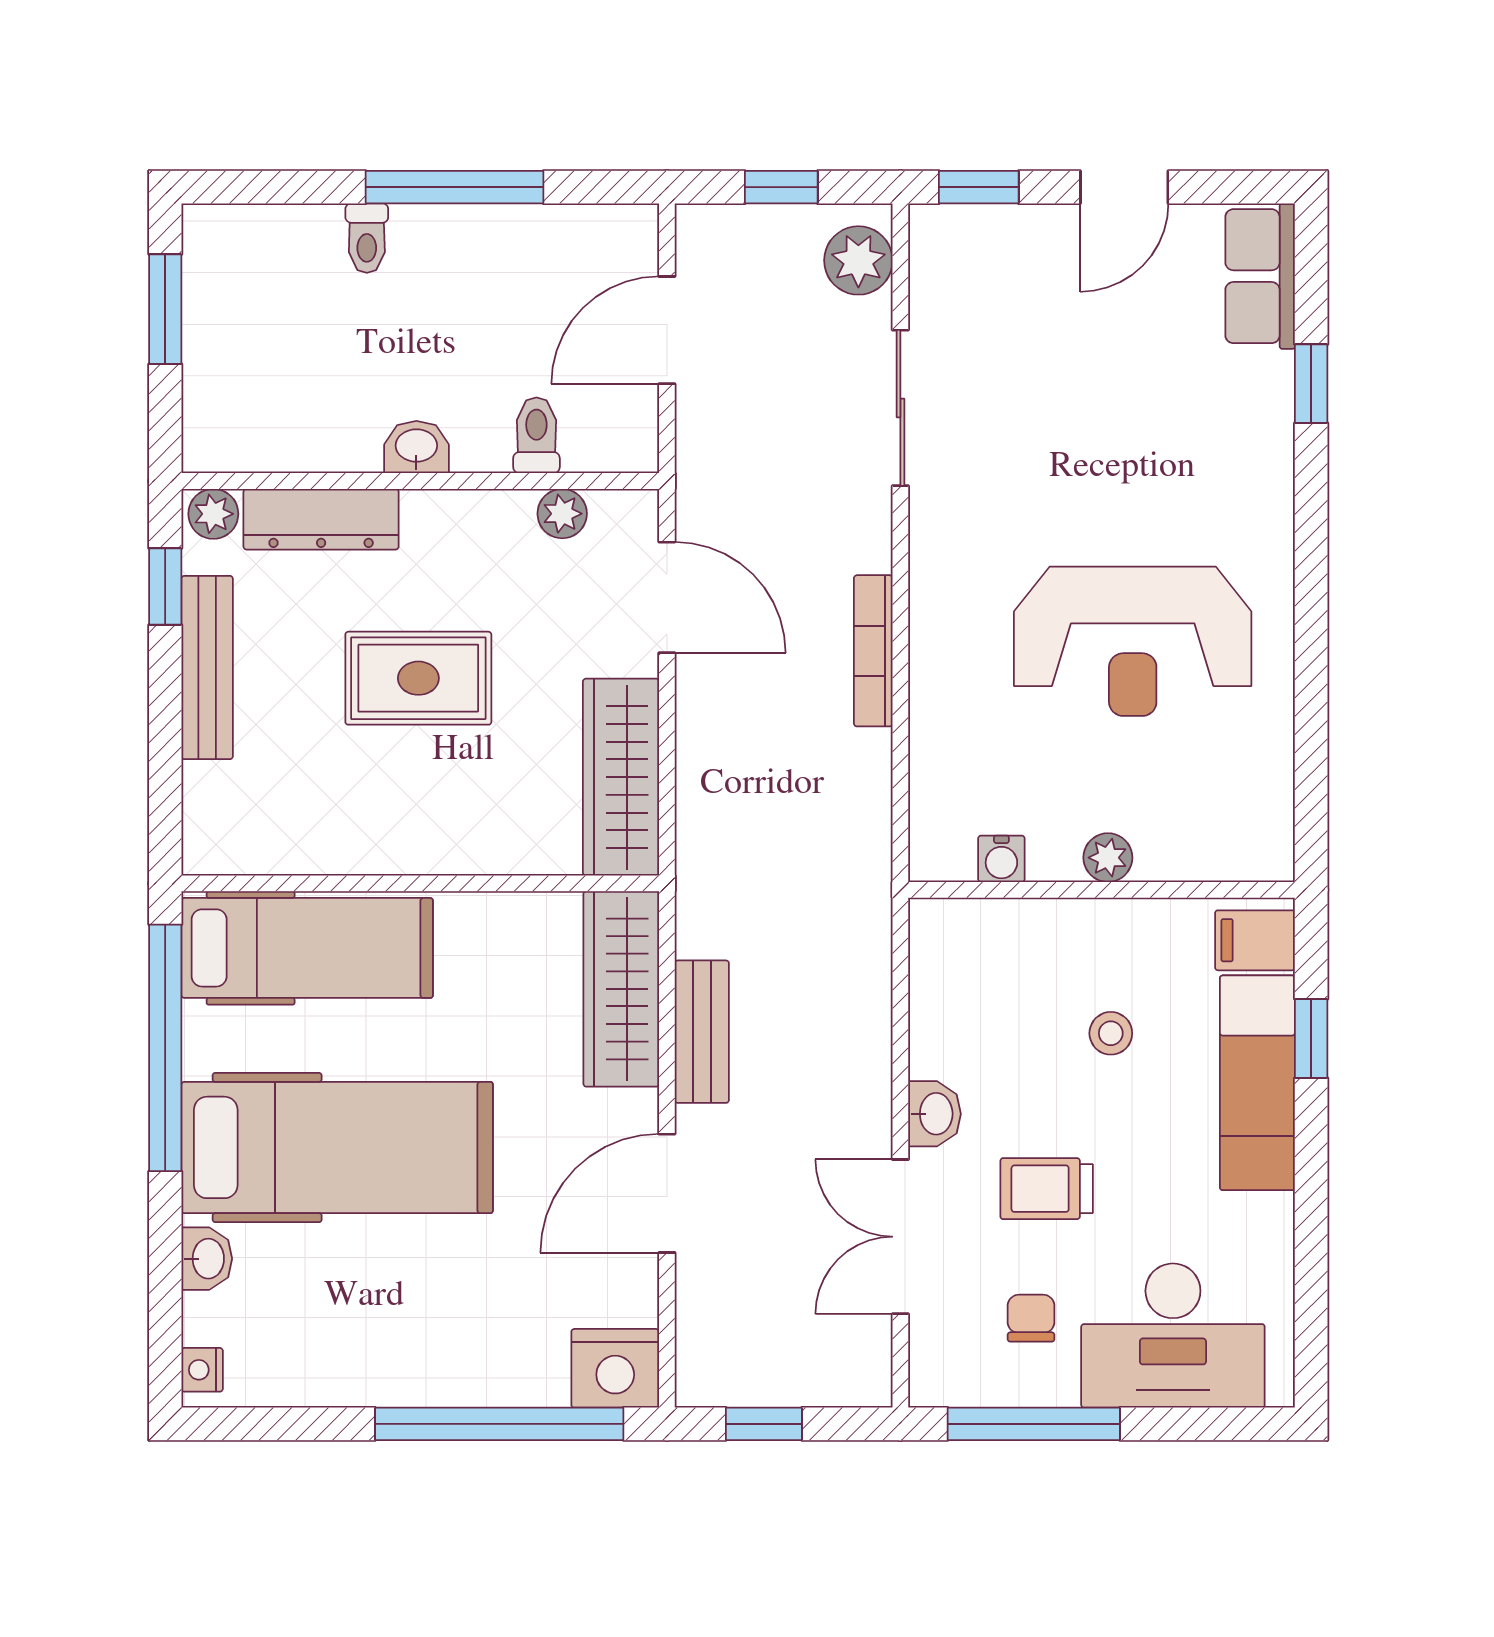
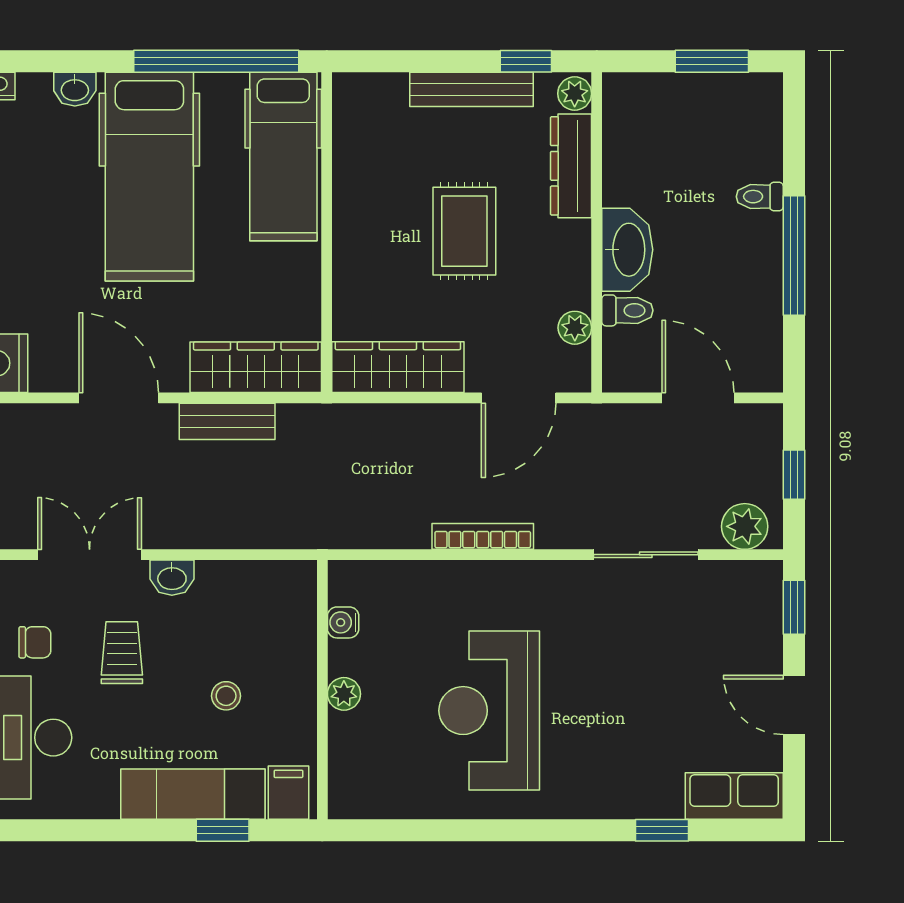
washbasin: (416, 447) -> (627, 250), width x1.91, depth x1.45

